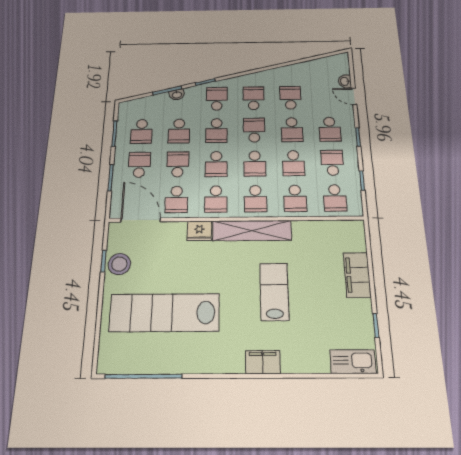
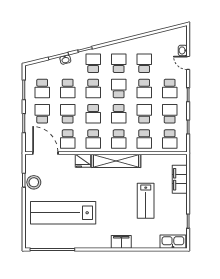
school desk: (293, 163) -> (144, 114), turned 180
filing cabinet: (357, 275) -> (180, 179), moved
lab bench: (274, 292) -> (146, 201), moved, turned 180

